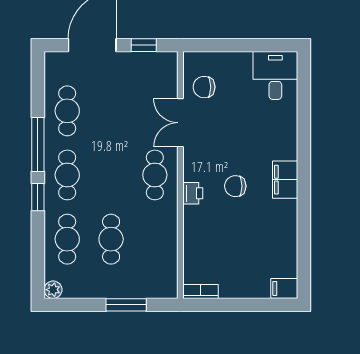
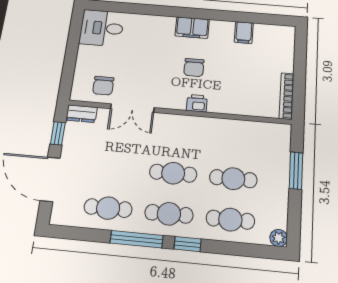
dresser: (169, 68) -> (82, 114), added
cafe table: (155, 175) -> (173, 173), moved
filing cabinet: (284, 288) -> (244, 33), moved
bookcase: (201, 292) -> (287, 96), width x1.56

